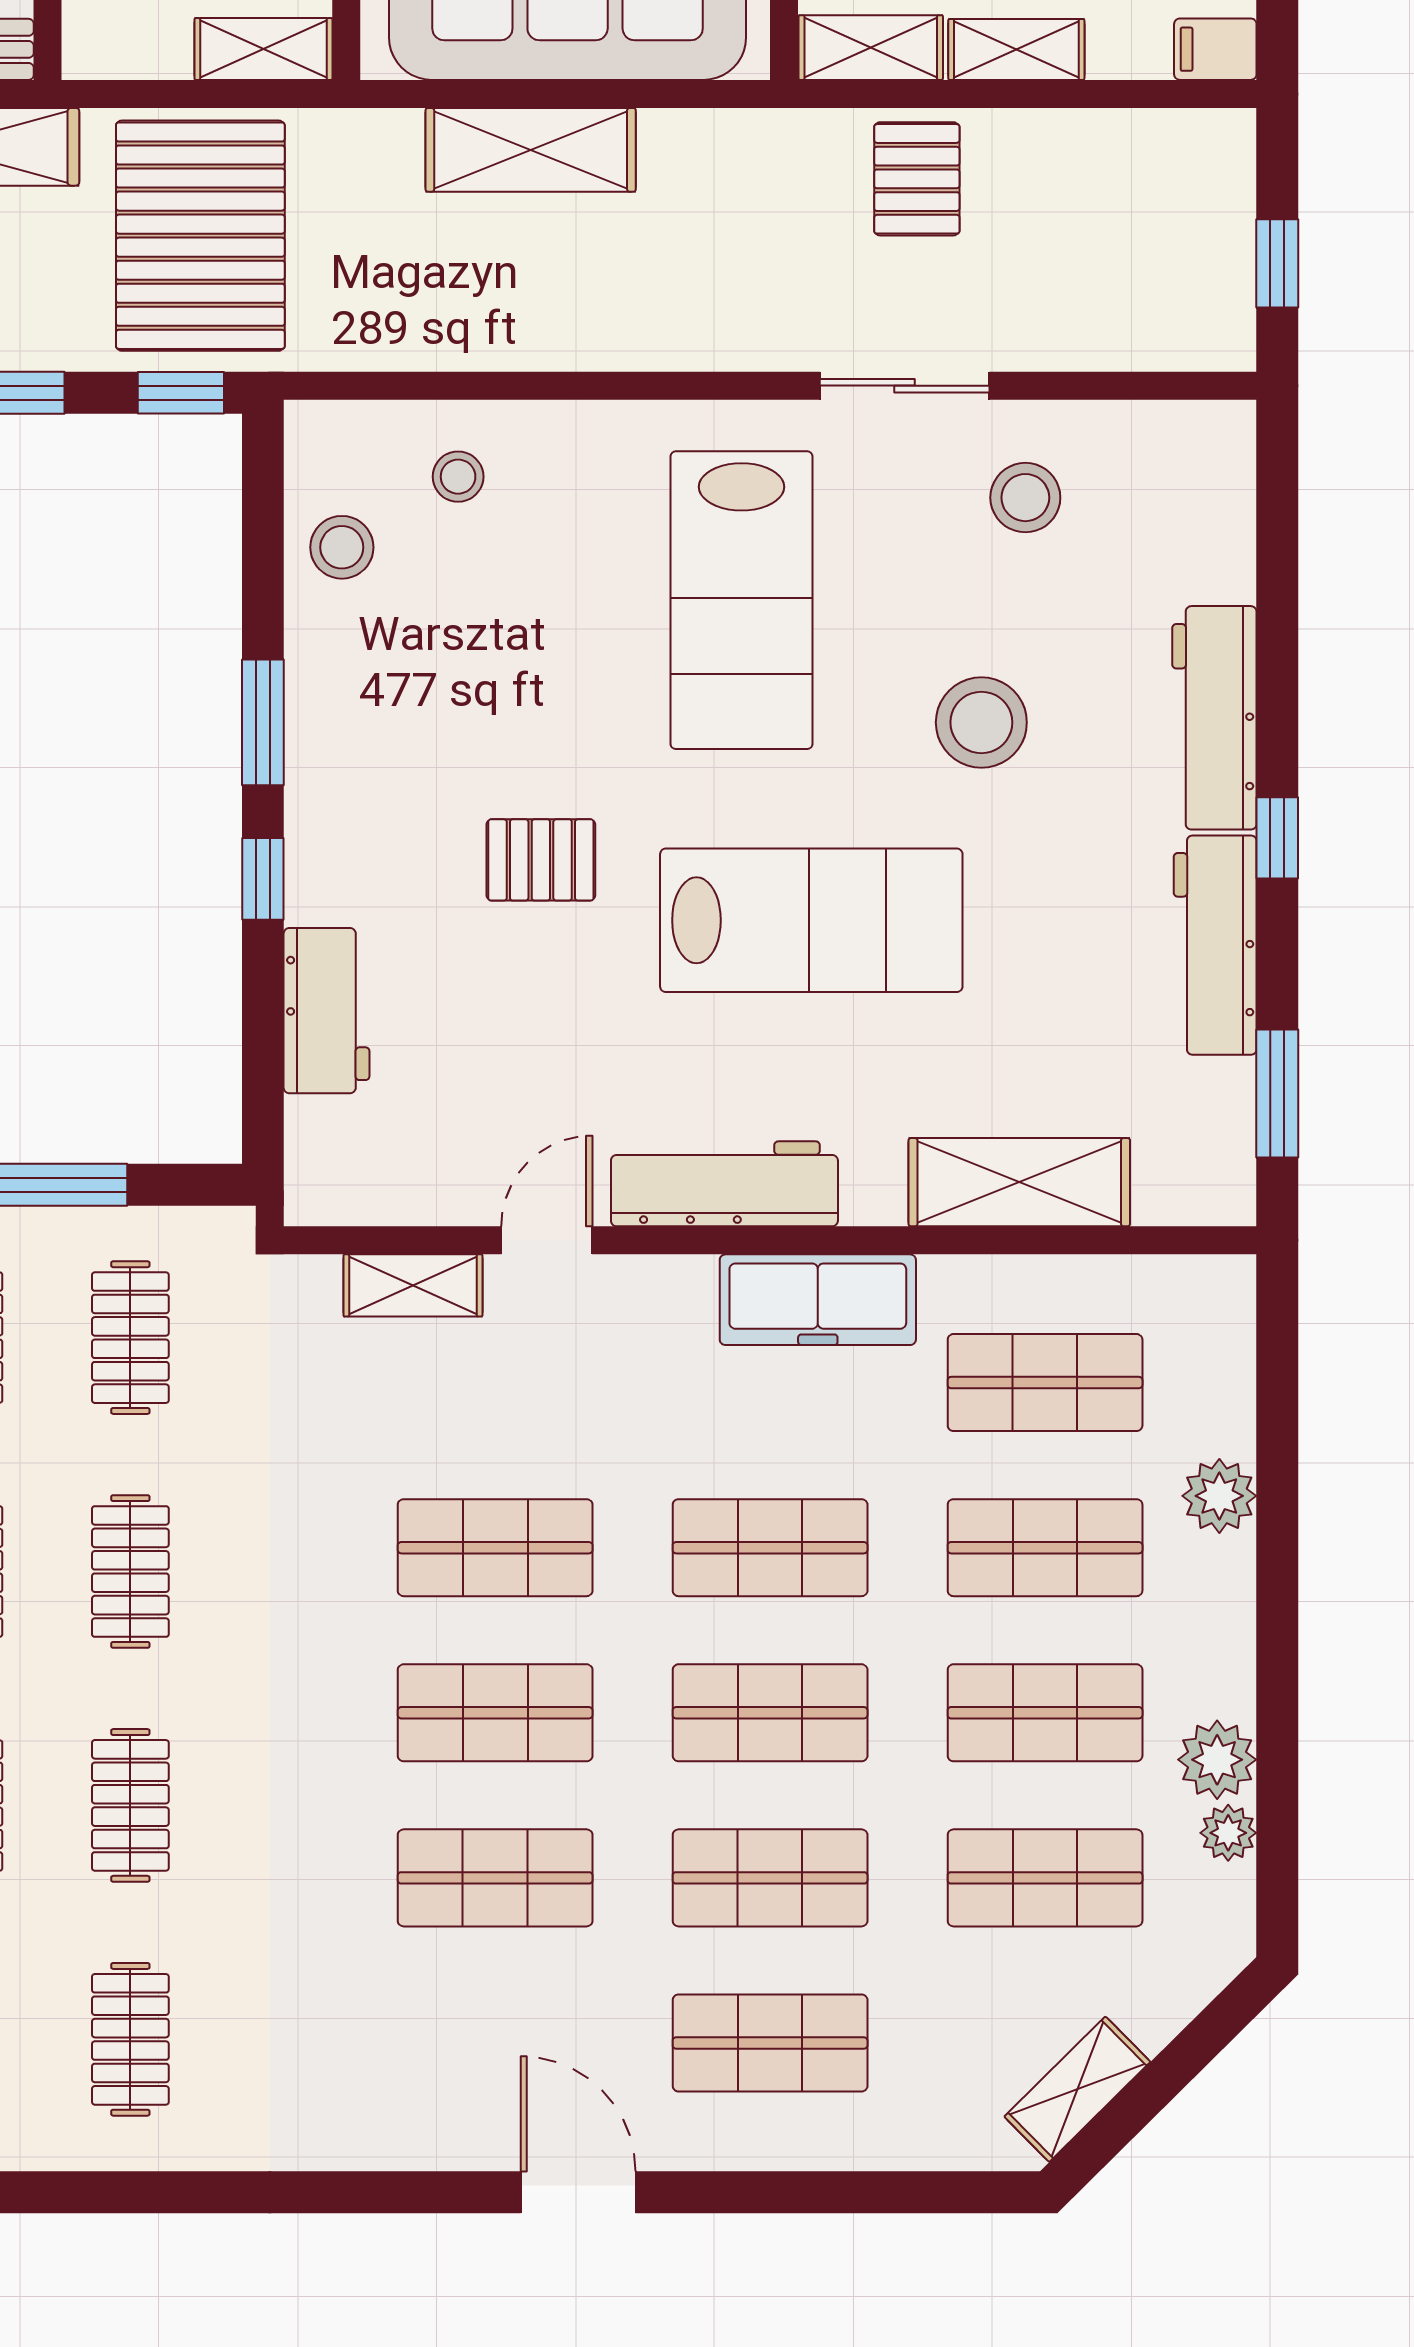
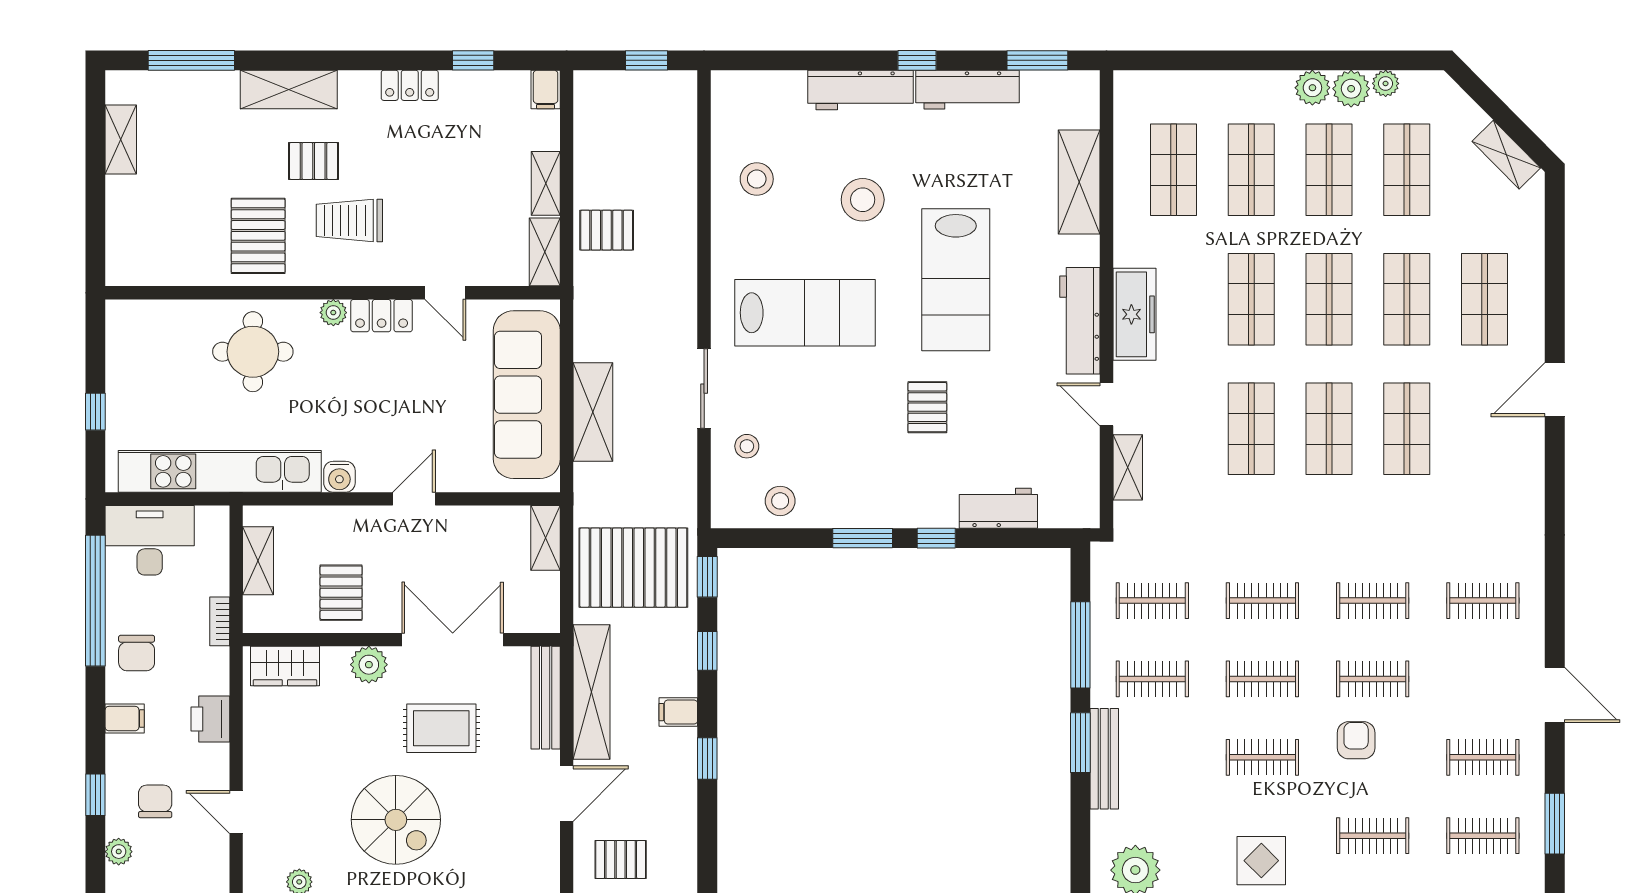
sliding door: (905, 386) -> (704, 389), moved
lab bench: (811, 920) -> (956, 280), turned 180
freezer: (818, 1300) -> (1134, 314), moved
plant: (1219, 1496) -> (1312, 88), moved

